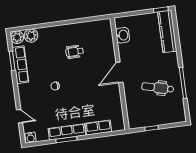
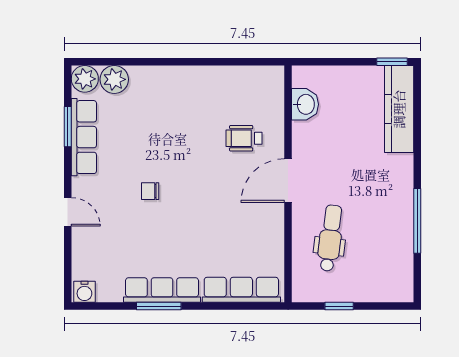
wheelchair: (75, 52) -> (244, 138), moved
dental chair: (158, 88) -> (330, 238), moved, turned 83
door: (20, 116) -> (68, 212), moved
row of seats: (98, 128) -> (241, 290), width x1.48

